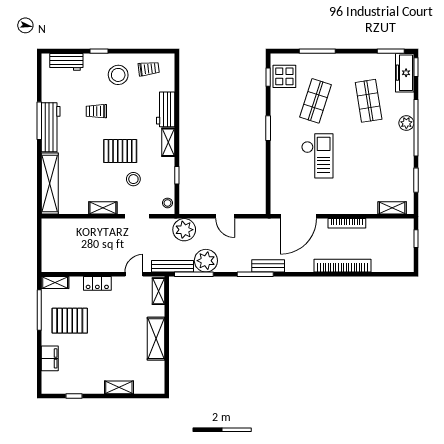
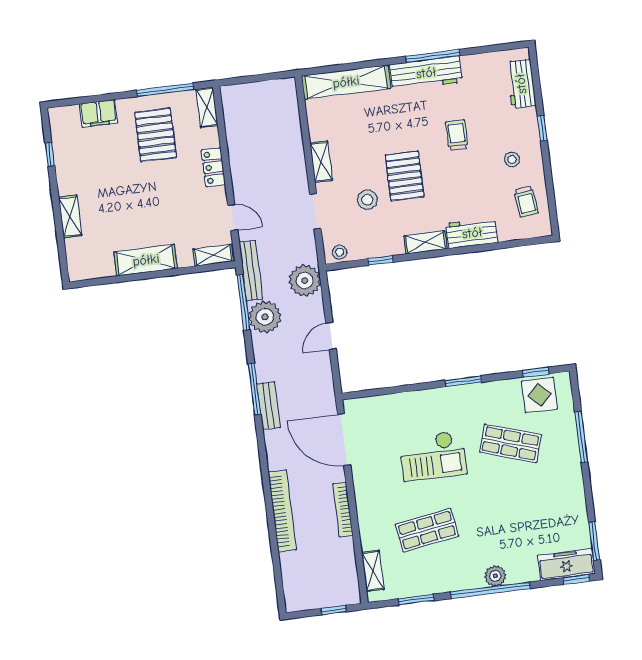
stool: (118, 75) -> (512, 159), width x0.53, depth x0.53
shop shelf: (369, 101) -> (427, 530), moved

